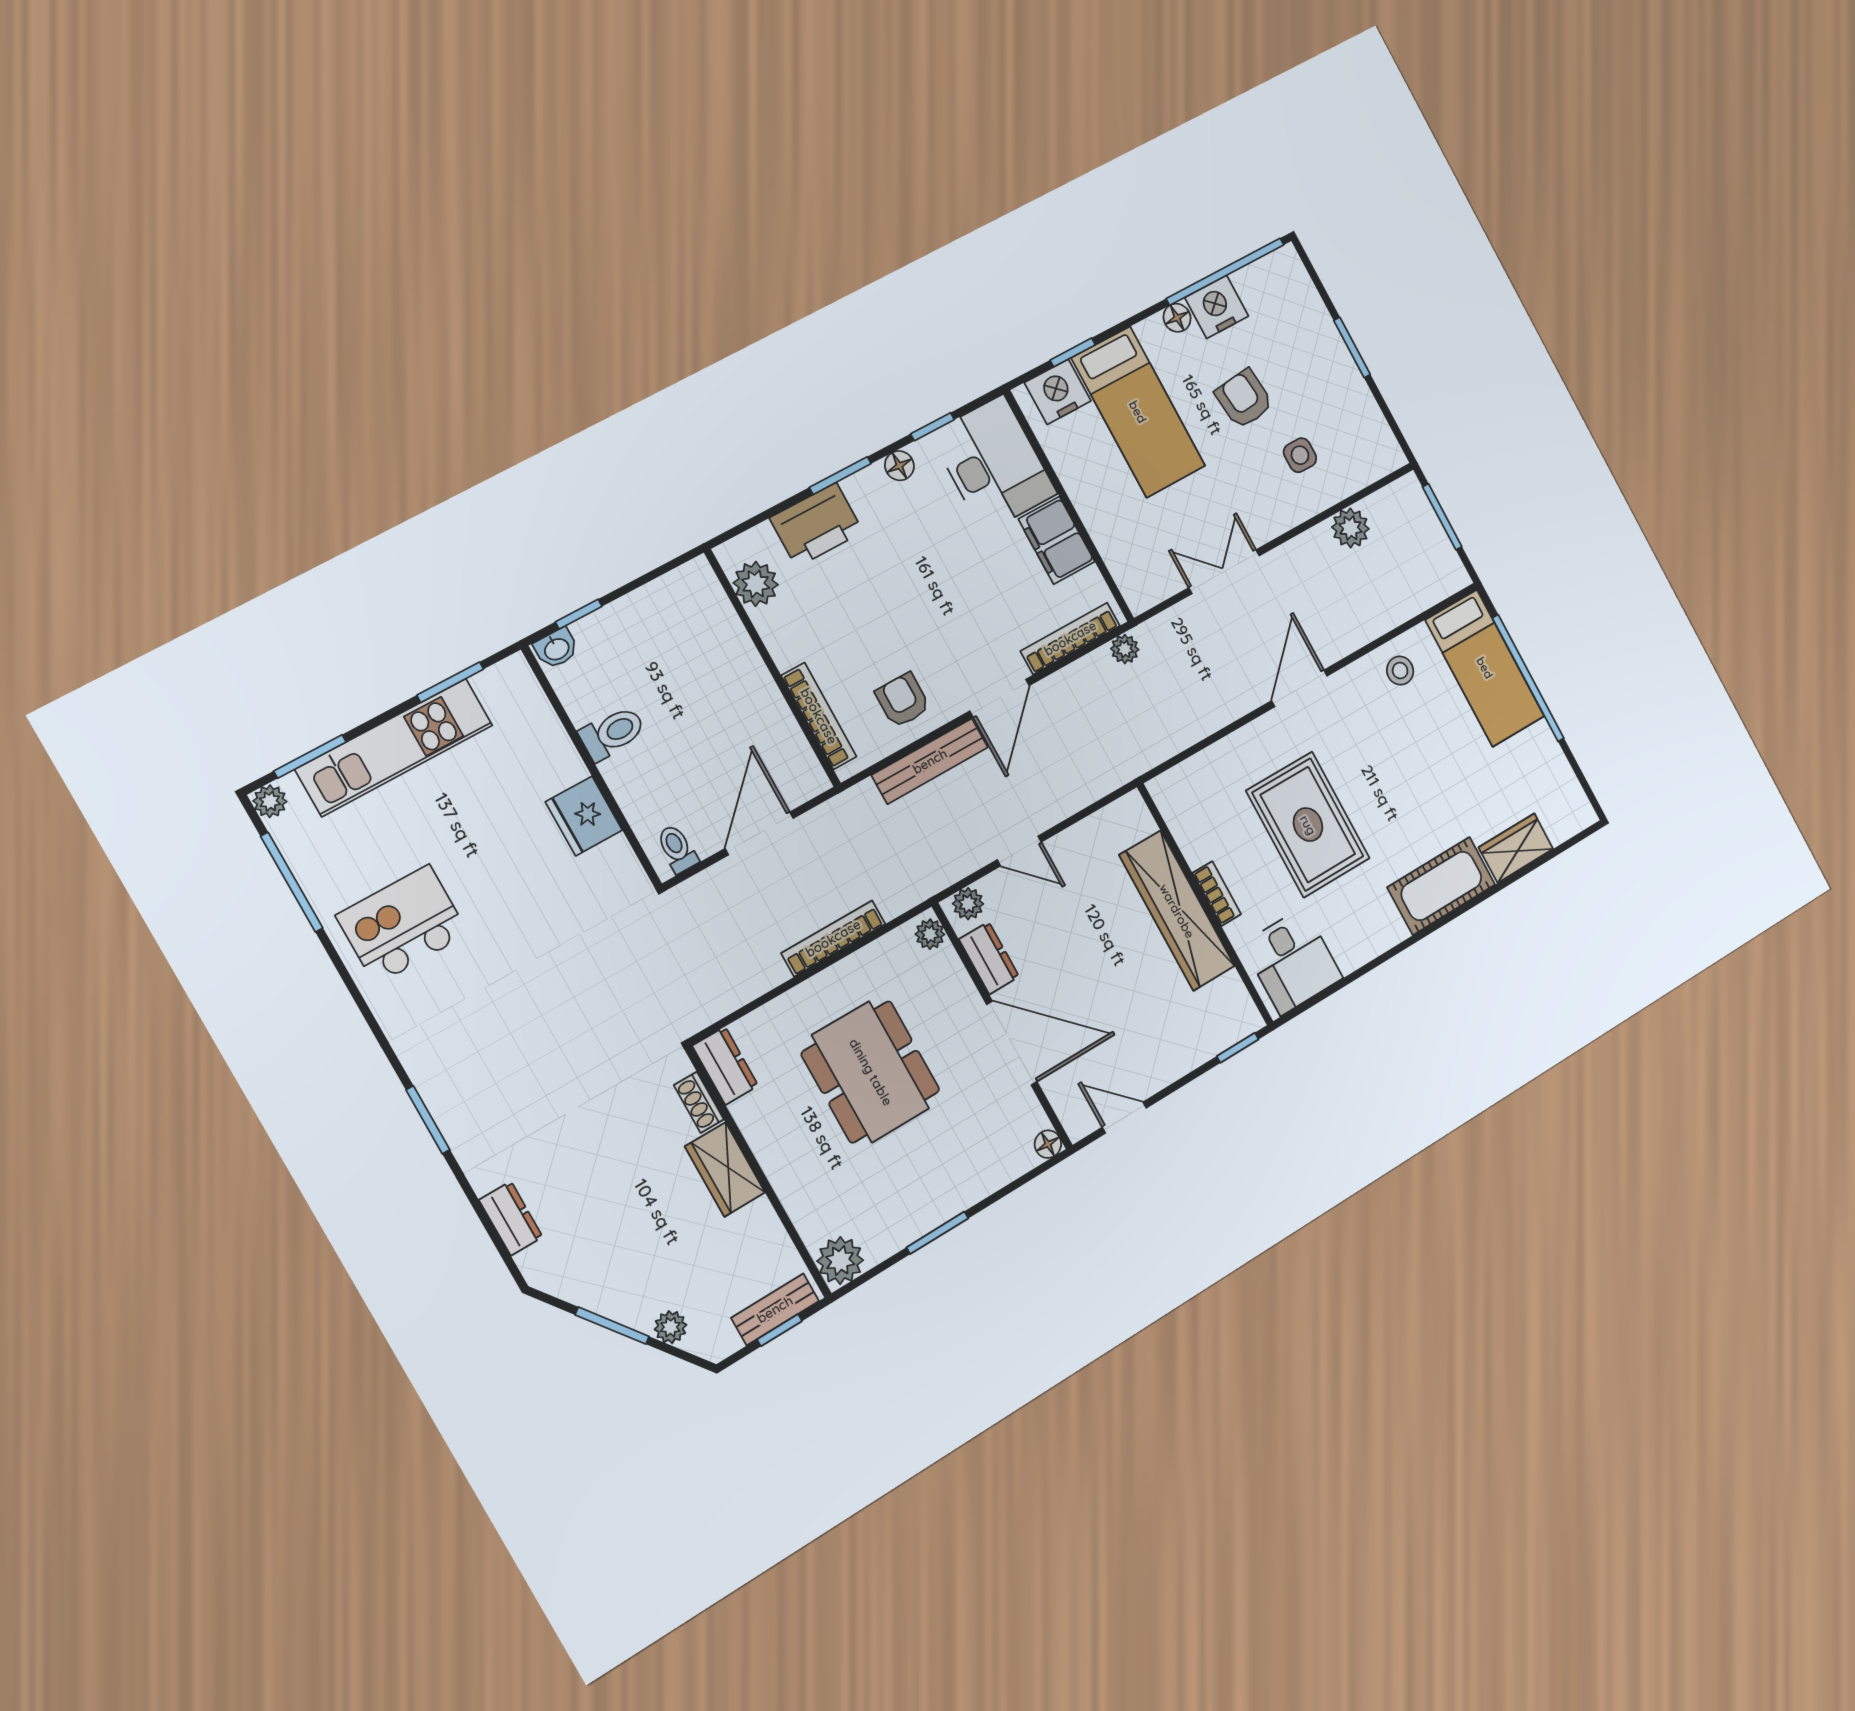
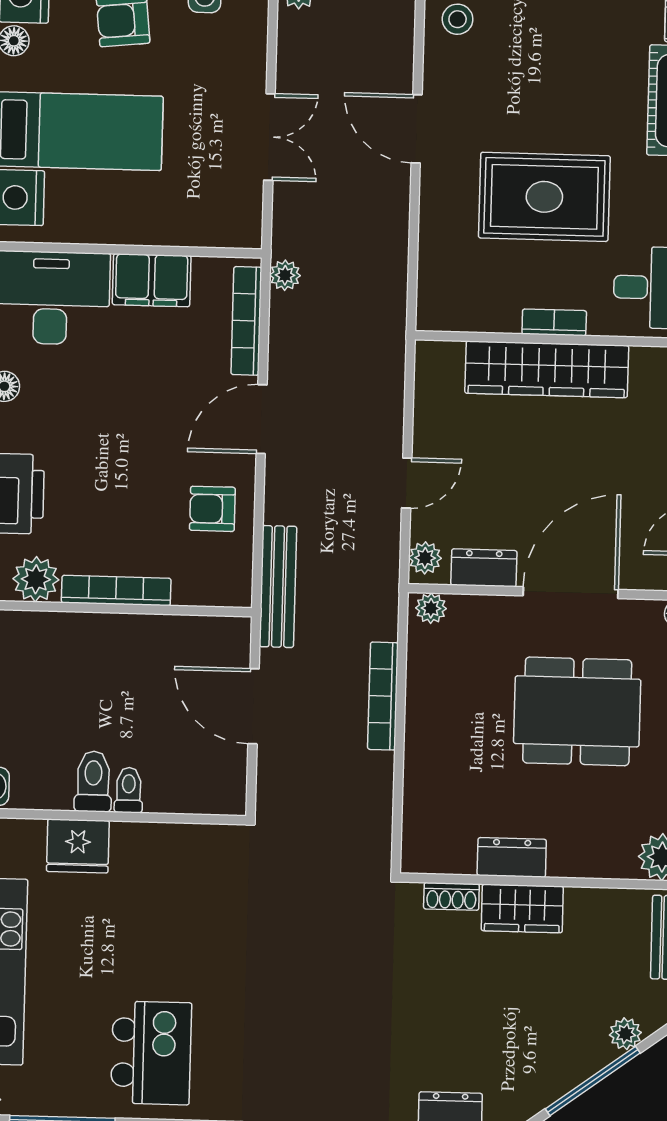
double door: (1224, 572) -> (269, 137), swing flipped
door: (999, 698) -> (262, 419), swing flipped
bookcase: (819, 716) -> (116, 590), moved
bench: (930, 761) -> (278, 587), moved
fridge: (584, 816) -> (78, 846), moved
toilet: (677, 849) -> (129, 790), moved, turned 90
kitchen island: (402, 925) -> (151, 1053), turned 180
dresser: (725, 1066) -> (512, 857), moved
dining table: (871, 1072) -> (577, 711), moved
window: (612, 1326) -> (593, 1081), width x1.44

